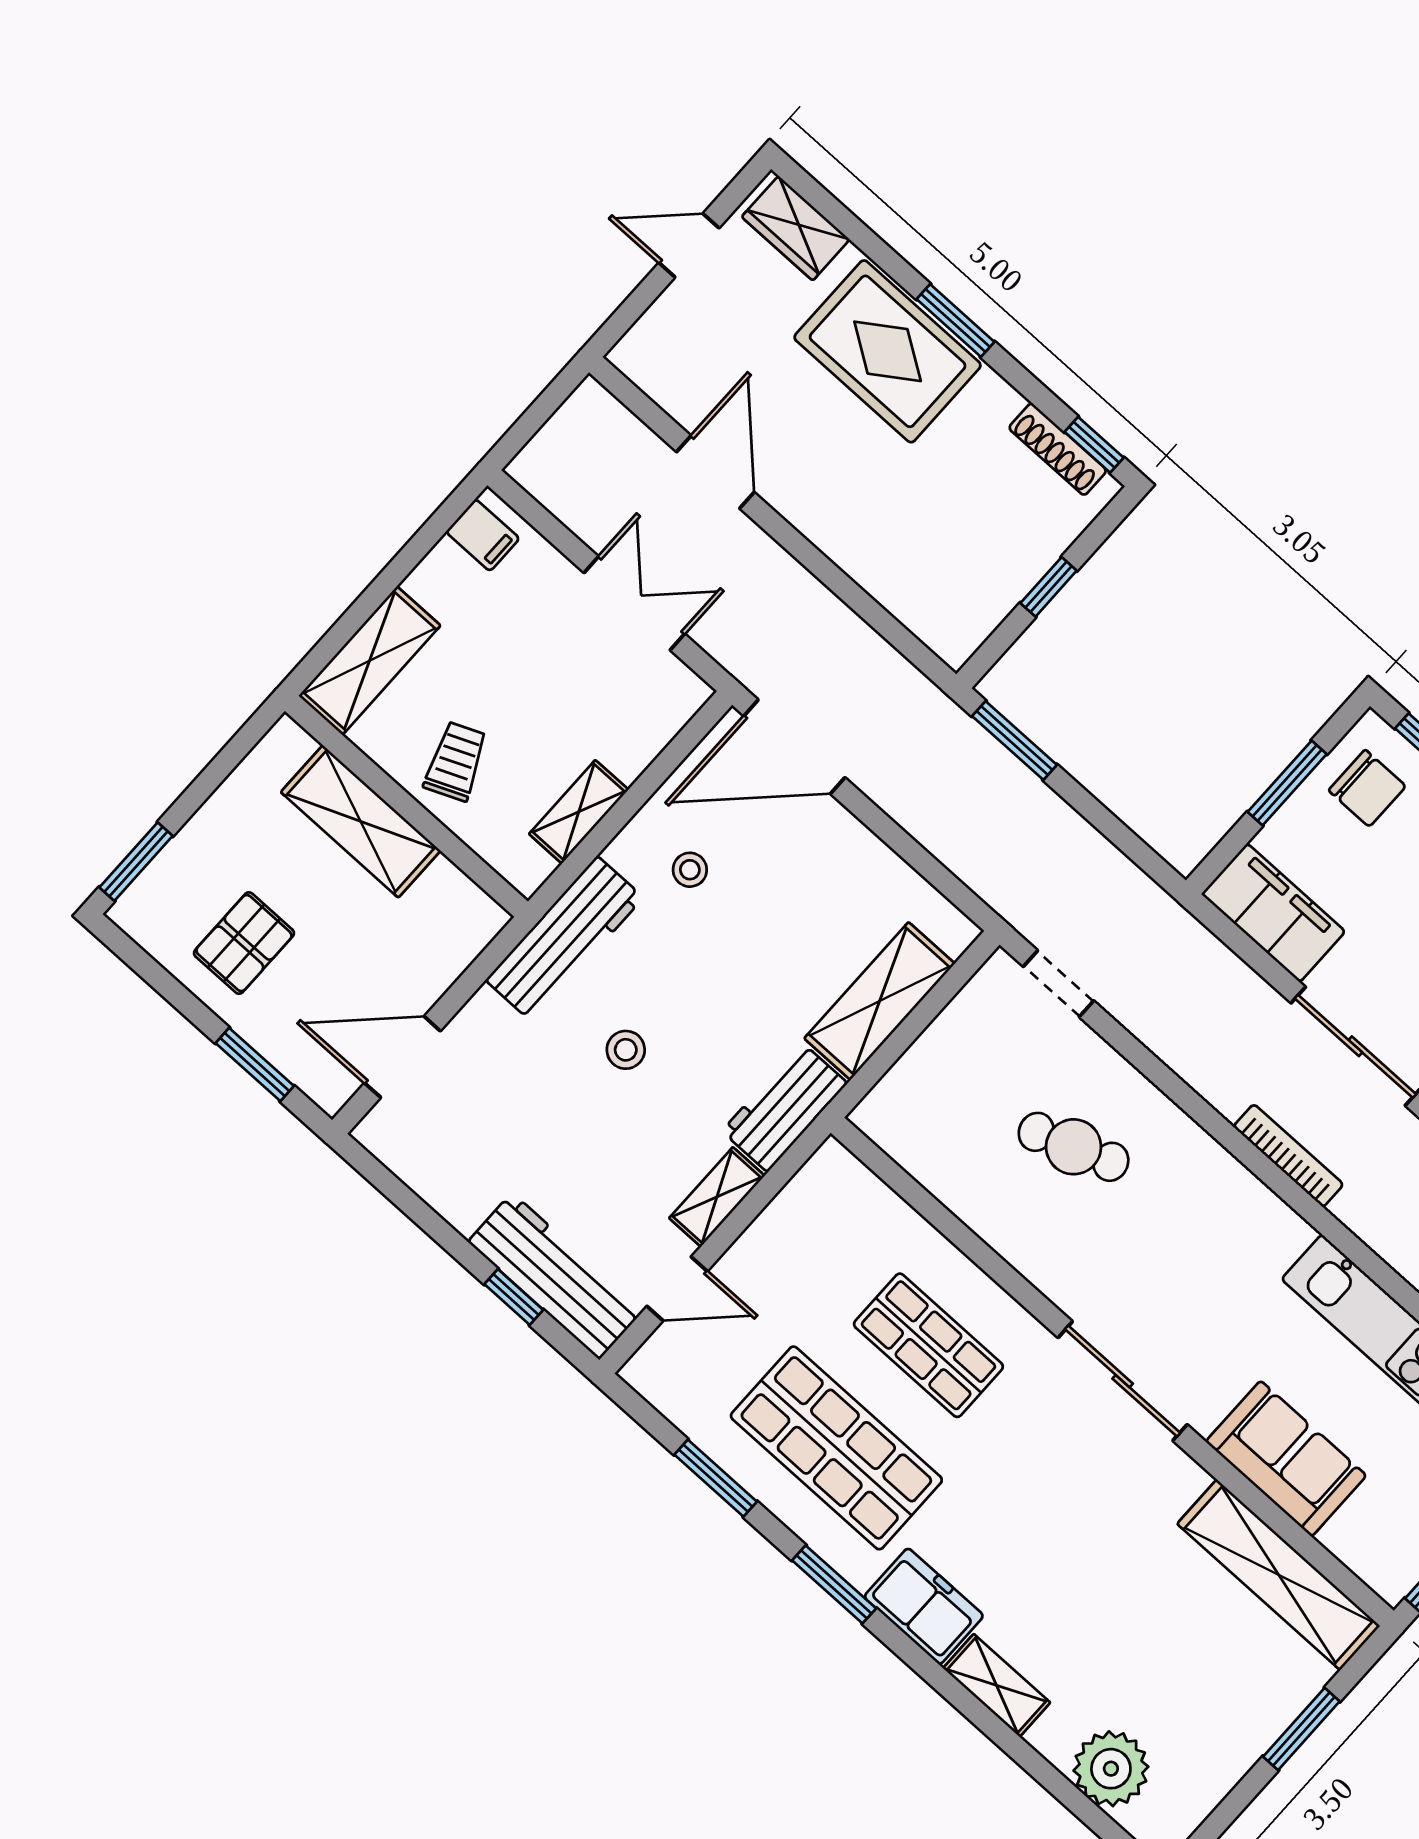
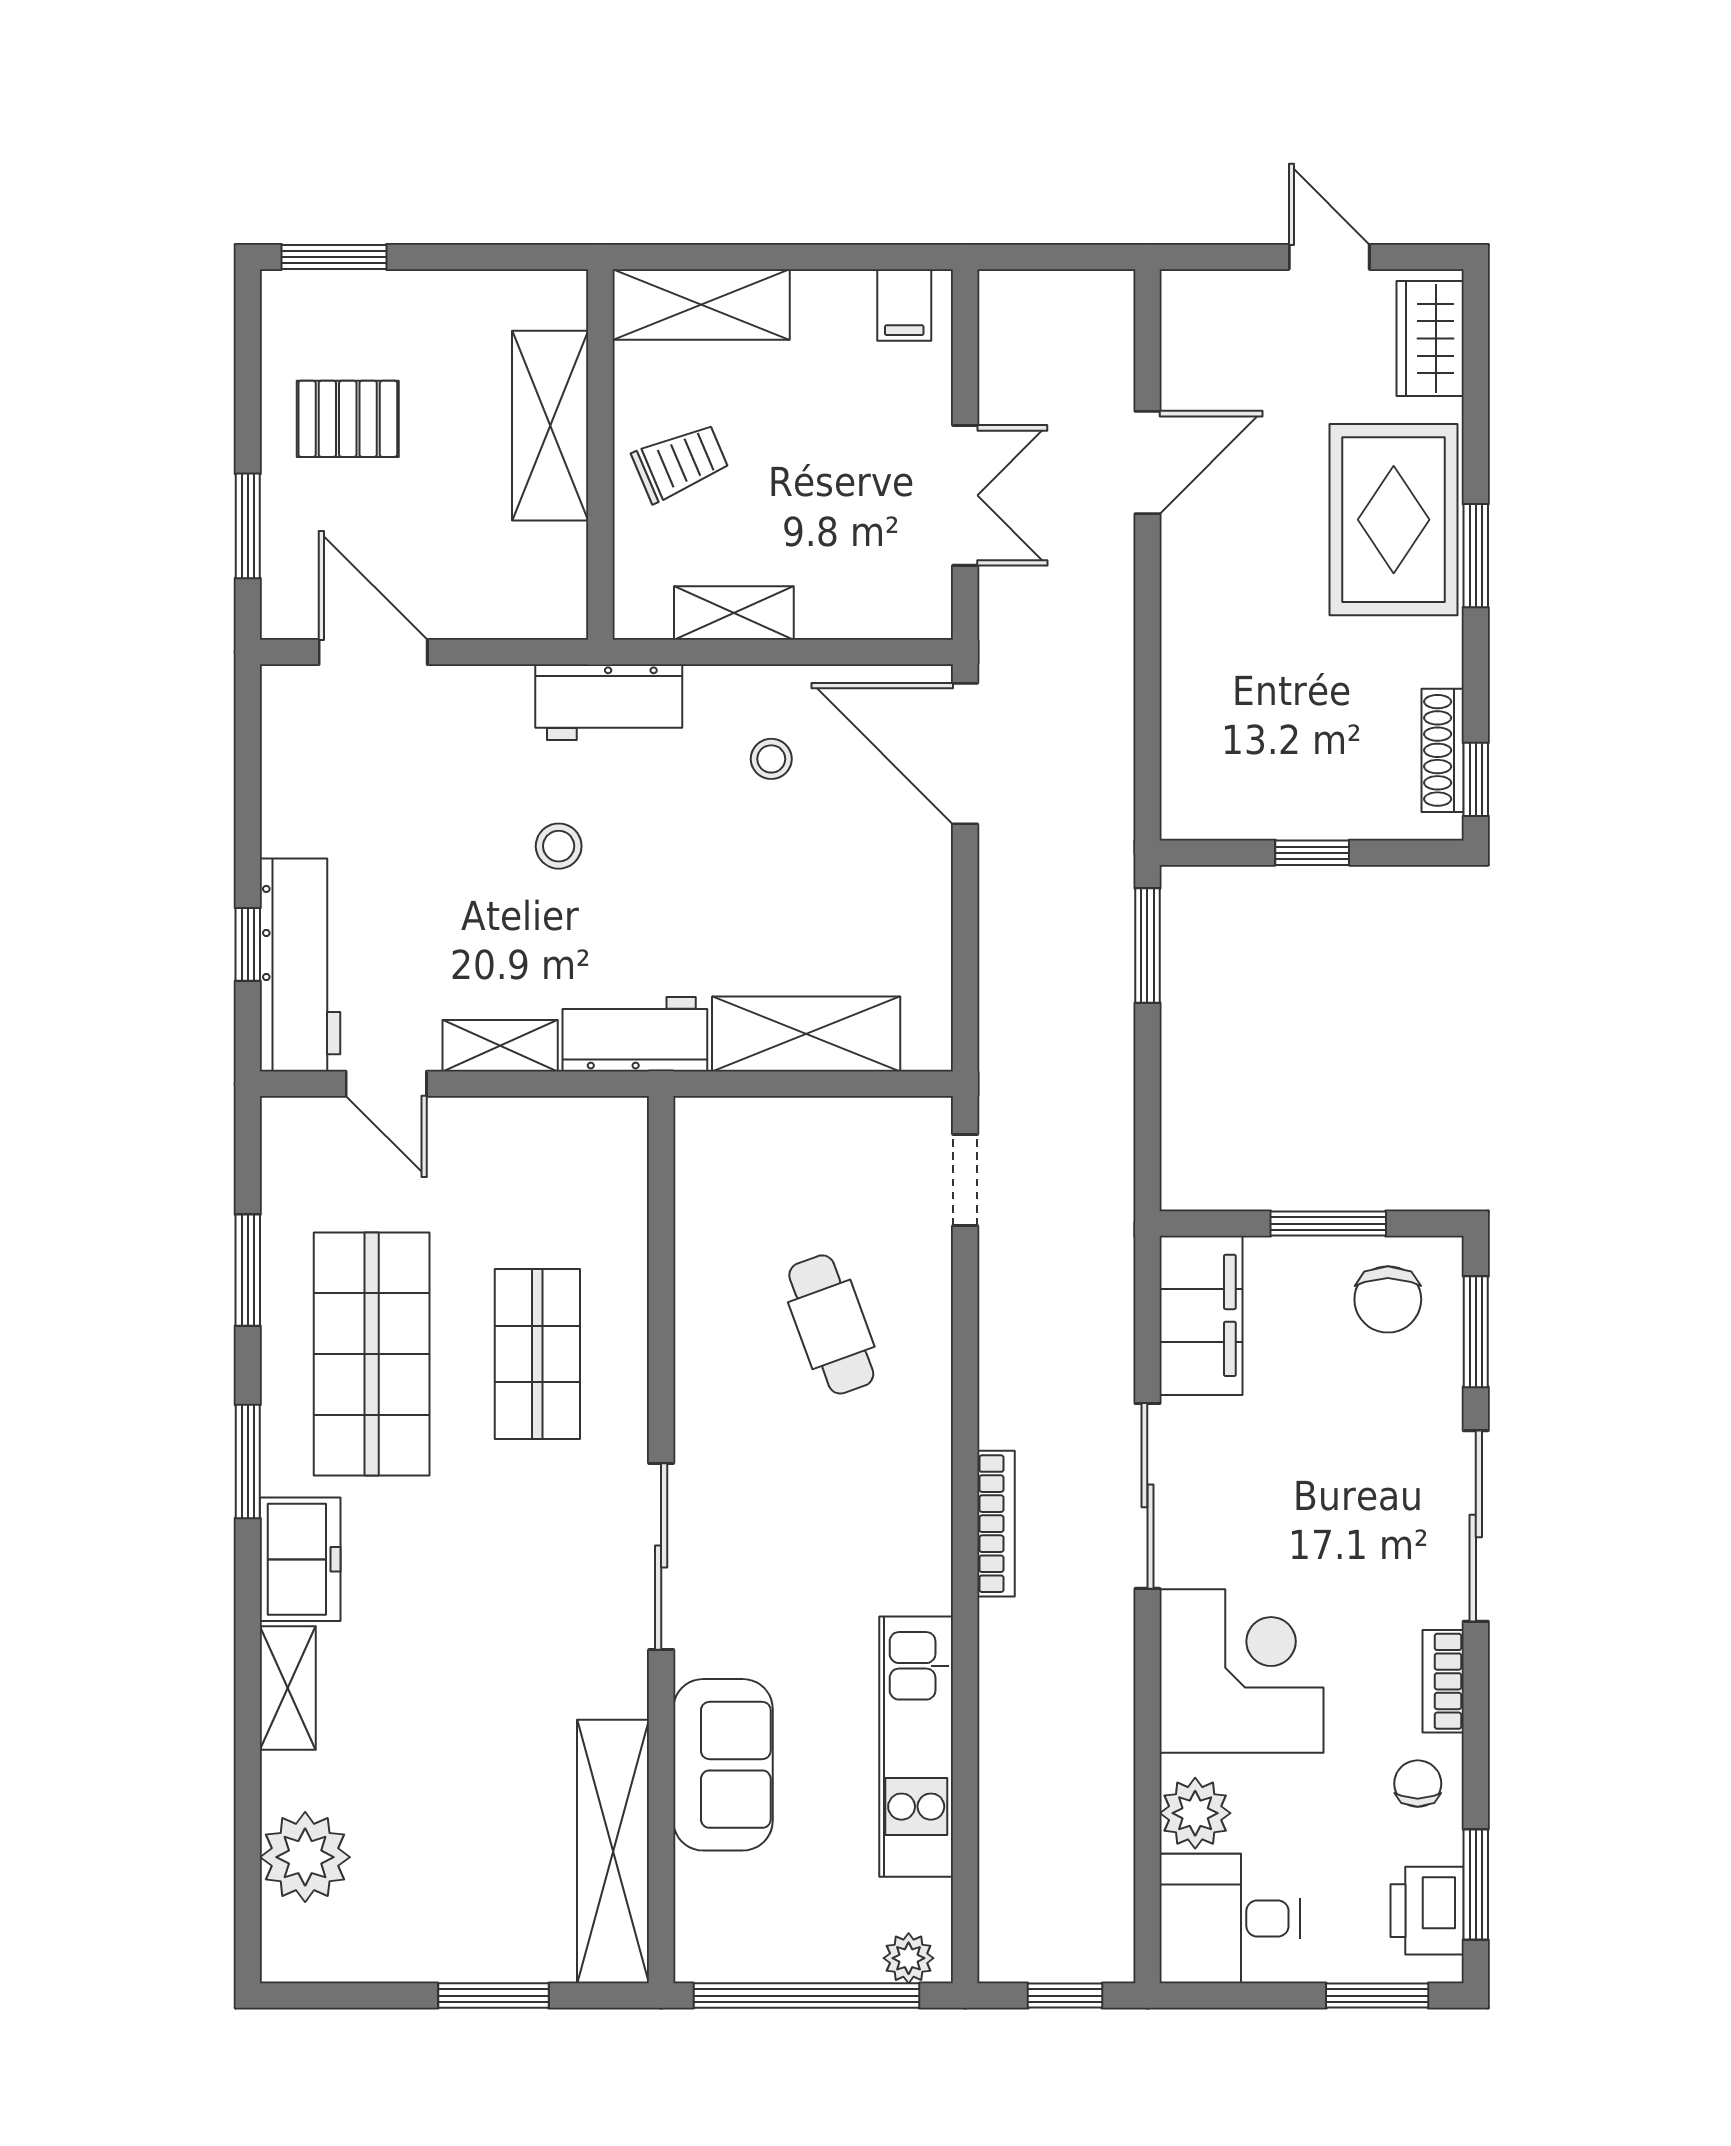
workbench: (564, 939) -> (609, 702), width x0.73

